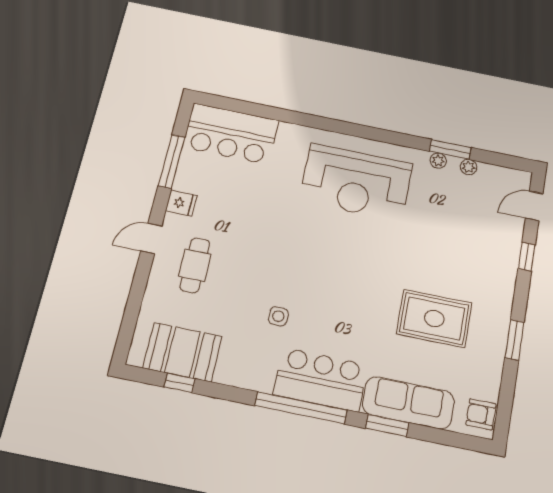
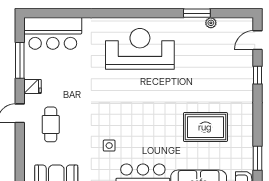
plant: (438, 161) -> (190, 23), removed
reception desk: (356, 182) -> (140, 49), turned 180
window: (514, 340) -> (258, 158), moved

